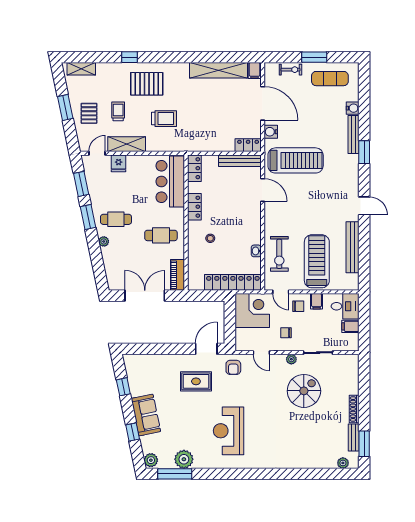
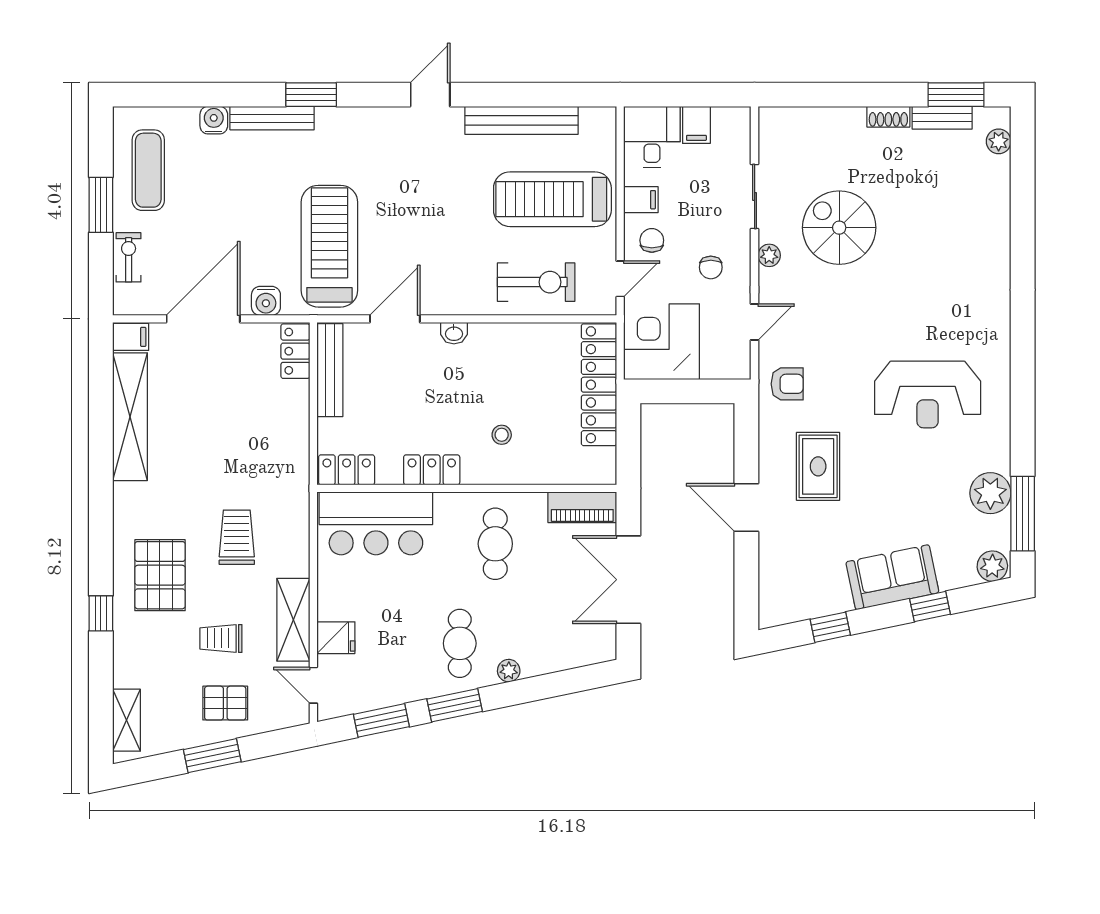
washbasin: (256, 251) -> (454, 333), moved
door: (206, 349) -> (746, 508), moved
shoe rack: (354, 409) -> (888, 117), width x0.70

